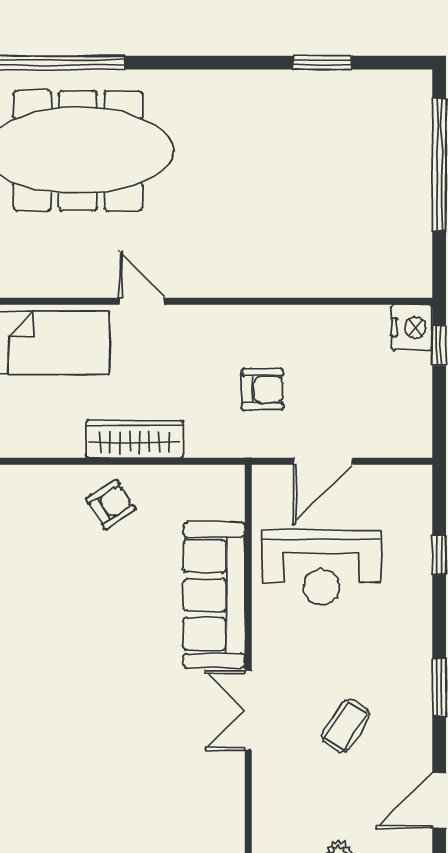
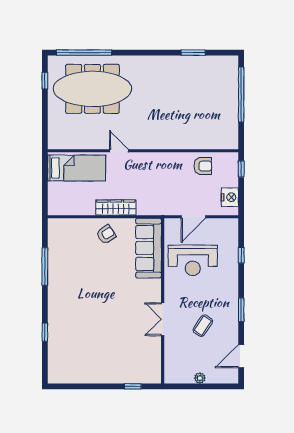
nightstand: (412, 327) -> (230, 197), moved
armchair: (262, 389) -> (203, 166), moved
sofa: (214, 595) -> (149, 248), moved

